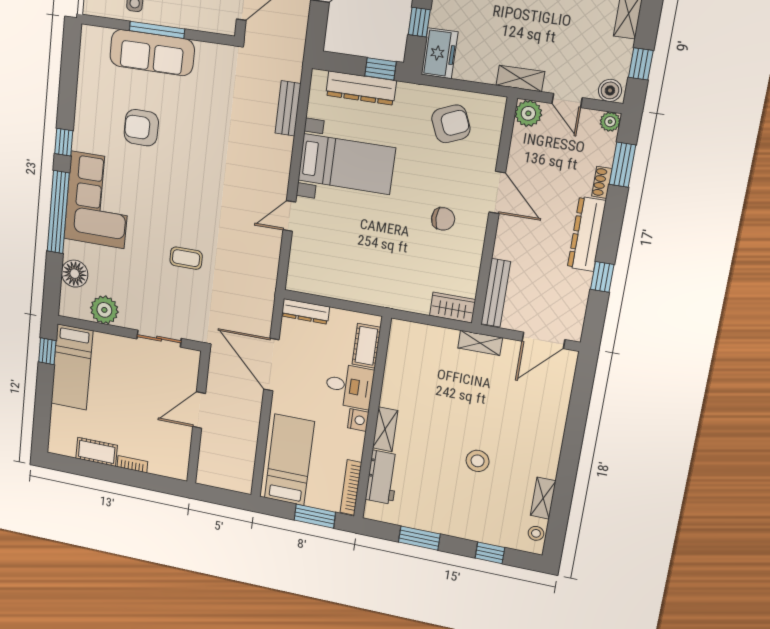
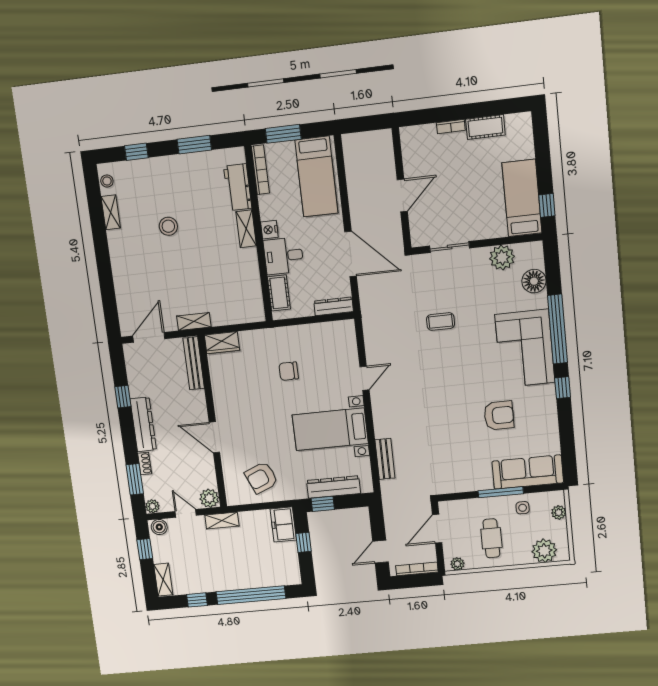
sofa: (152, 53) -> (528, 472), moved
chair: (443, 219) -> (289, 371), moved

